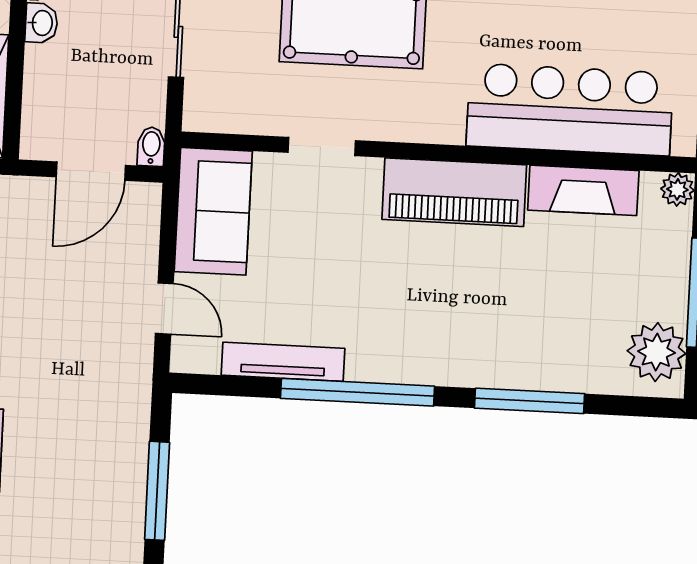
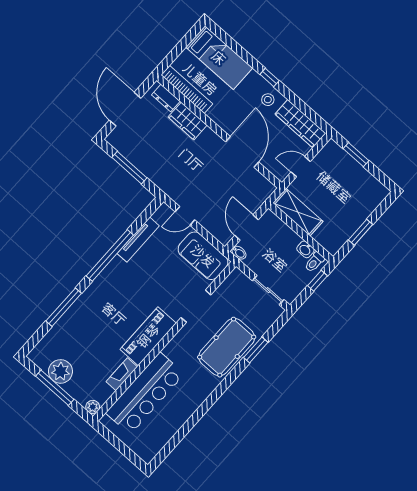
doorway: (322, 147) -> (196, 306), width x1.38
fireplace: (583, 190) -> (122, 374), width x0.73, depth x0.76
plant: (657, 352) -> (60, 371), moved

